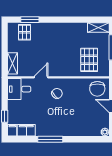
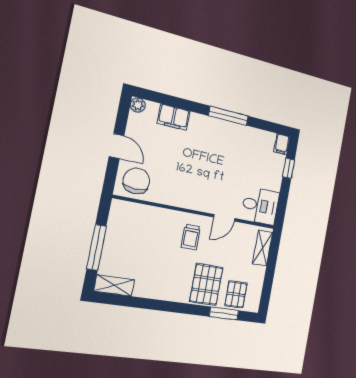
pallet: (89, 60) -> (206, 284), moved
trolley: (59, 62) -> (191, 237), added
chair: (57, 93) -> (204, 187), removed
filing cabinet: (26, 130) -> (174, 117), moved

